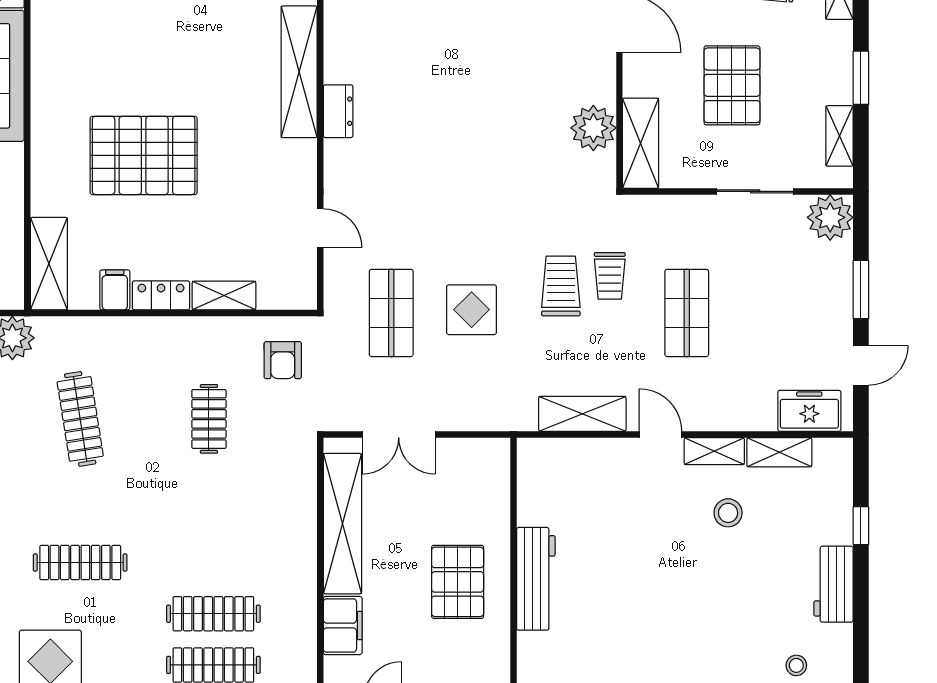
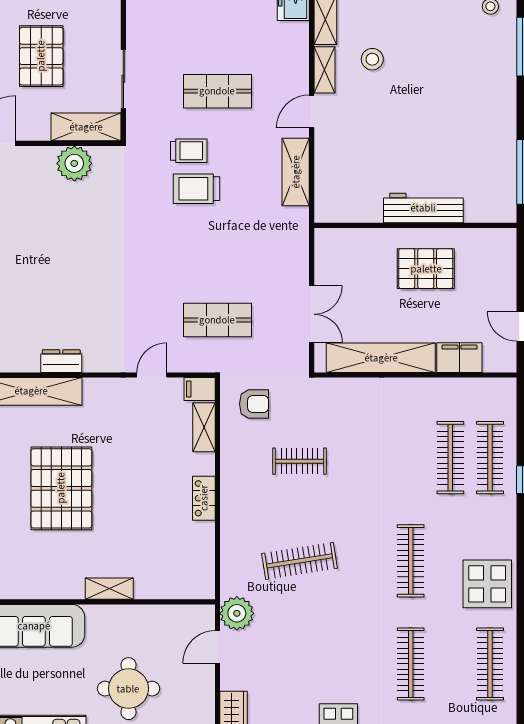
pallet: (732, 85) -> (41, 56), turned 90
pallet: (144, 155) -> (61, 488), moved
sliding door: (755, 191) -> (123, 79), moved
shelving: (49, 264) -> (109, 589), moved, width x0.67, depth x0.75
filing cabinet: (115, 290) -> (200, 389), moved
shelving: (224, 296) -> (204, 427), moved
display table: (472, 310) -> (215, 258), removed

